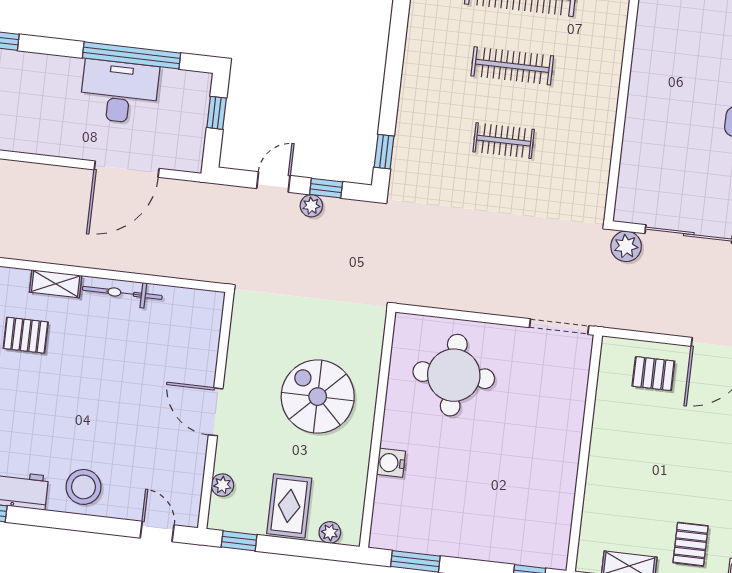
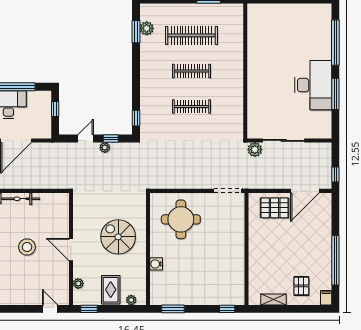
clothes rail: (504, 141) -> (192, 107), width x1.36
pallet: (653, 374) -> (275, 208), width x1.50, depth x1.42
stool: (84, 487) -> (27, 247), moved

